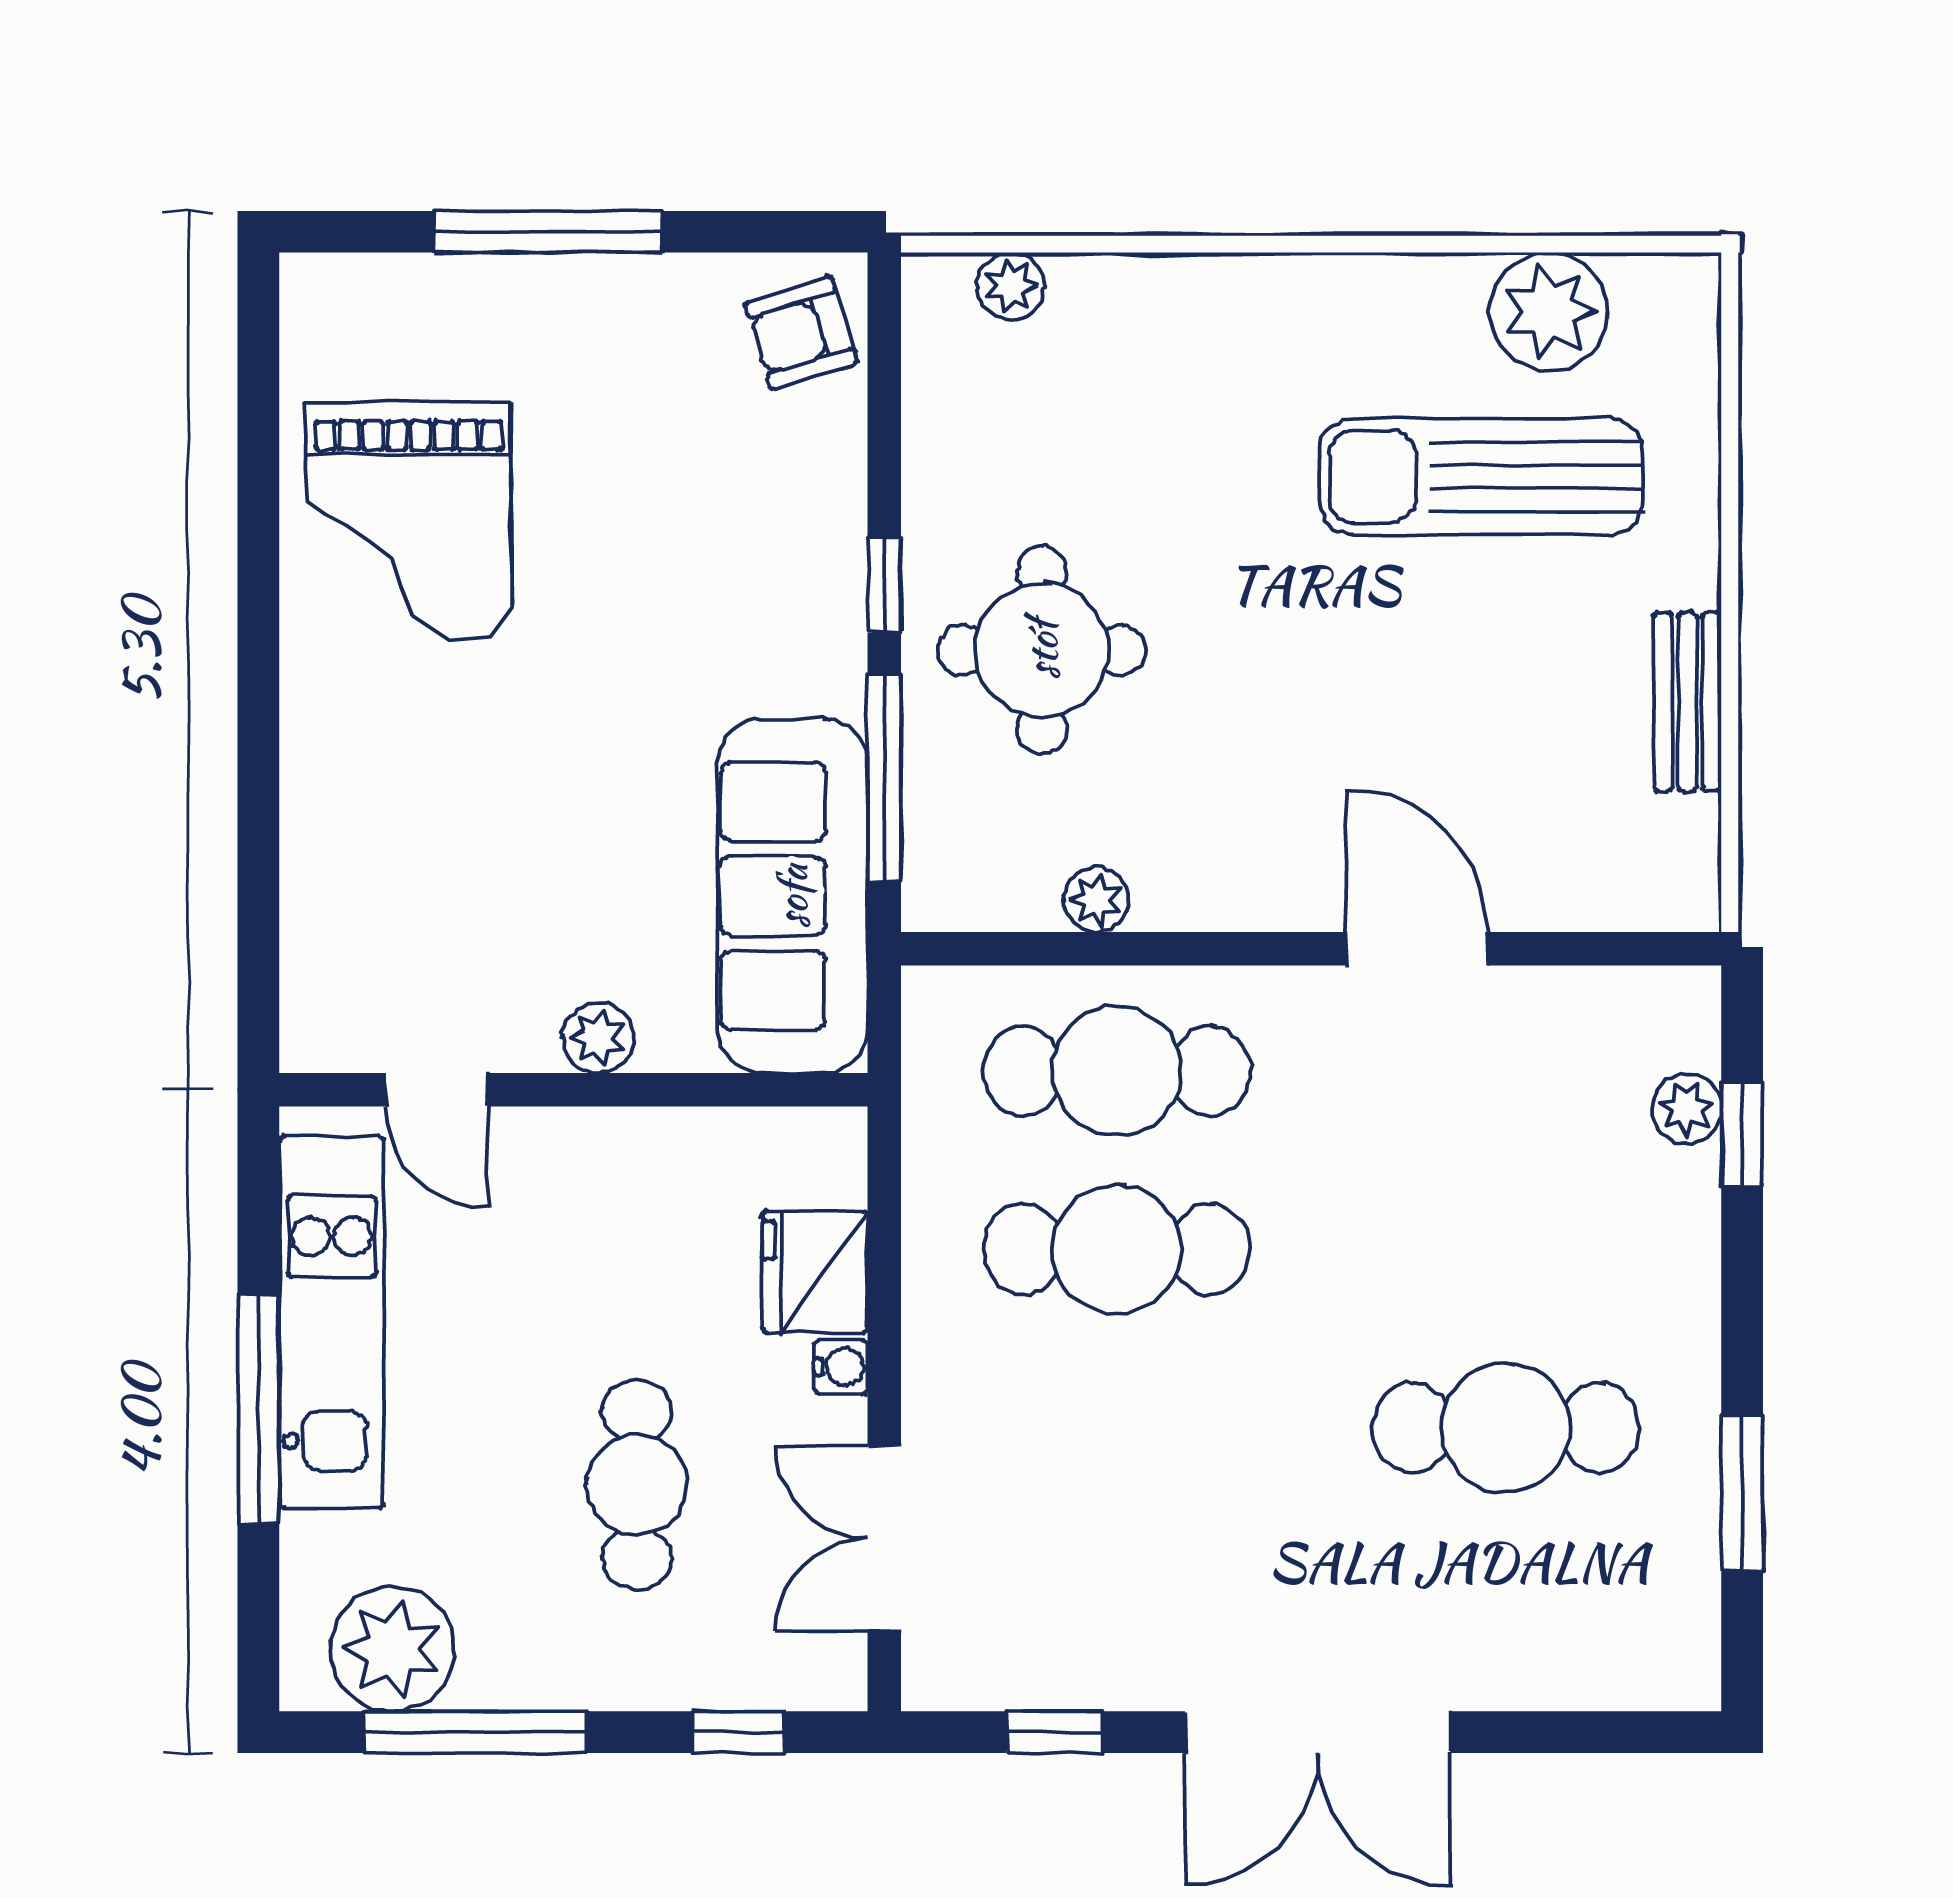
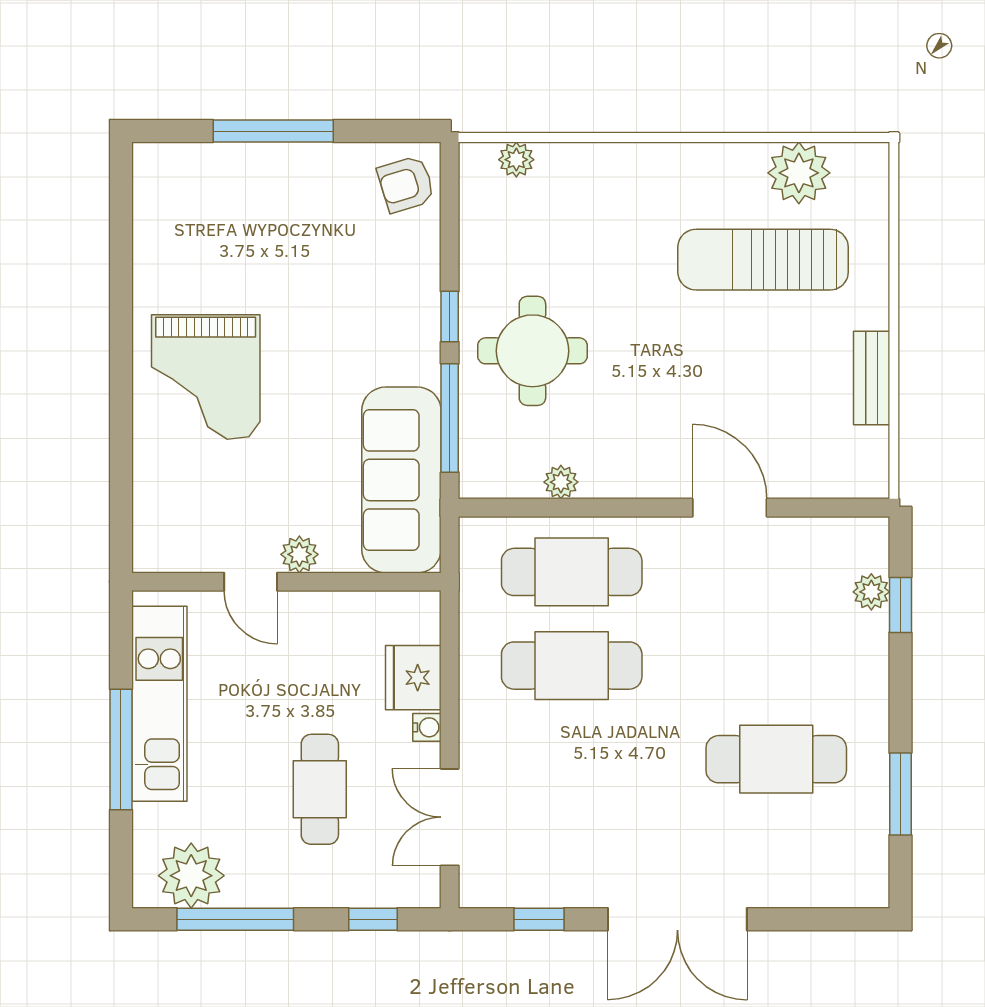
grand piano: (409, 521) -> (206, 377), moved
door: (437, 1090) -> (251, 582), moved

